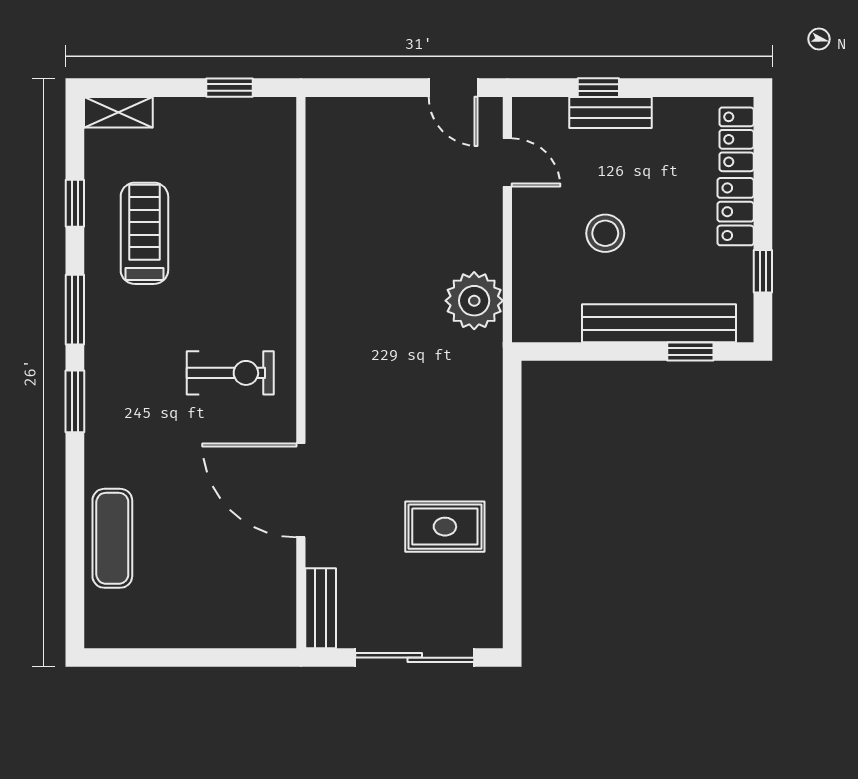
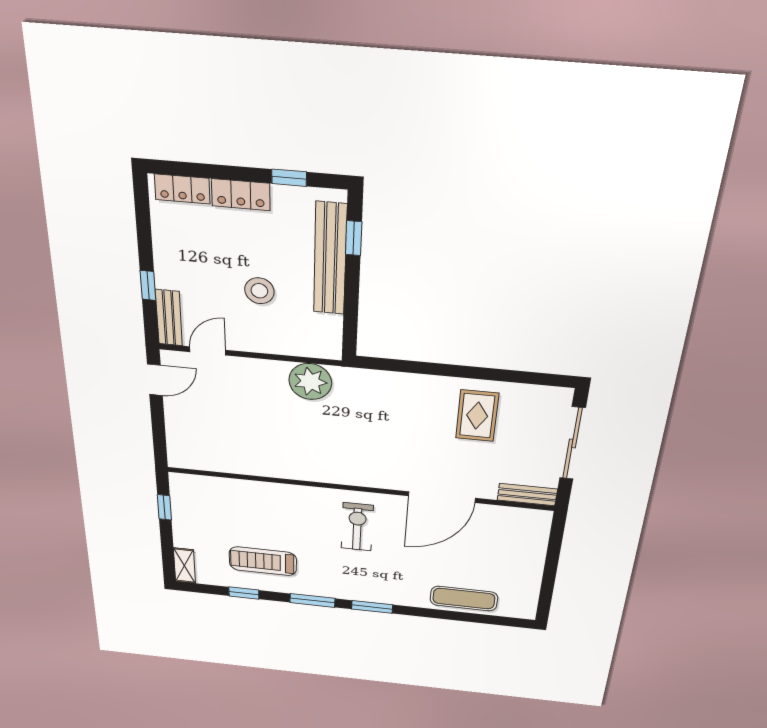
bench: (610, 113) -> (169, 318), moved

